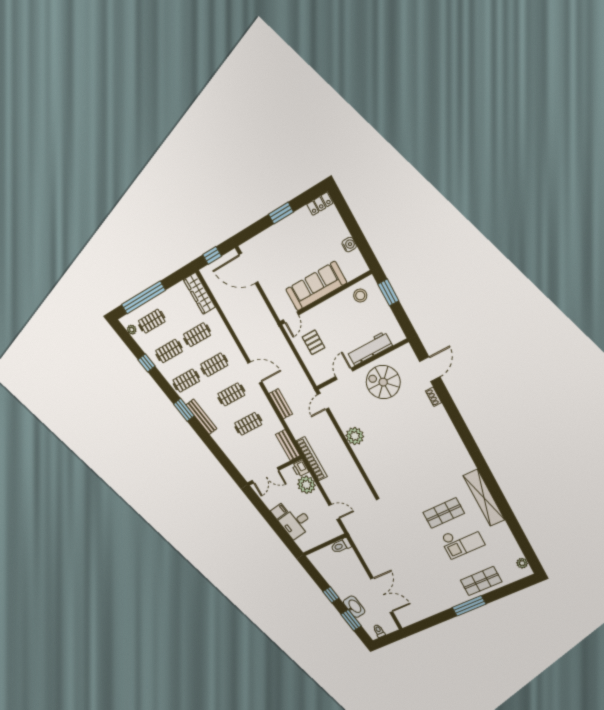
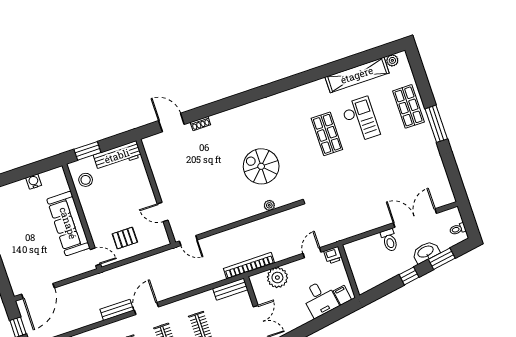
workbench: (370, 349) -> (117, 156), moved, turned -90
spiral stairs: (383, 382) -> (261, 166), moved, turned 90
bench: (281, 404) -> (117, 310), moved
plant: (355, 436) -> (269, 205), moved, width x0.53, depth x0.53
printer: (300, 468) -> (333, 255), moved
shelving: (484, 498) -> (357, 75), moved
filing cabinet: (279, 511) -> (342, 295), moved
toilet: (341, 546) -> (389, 240), moved

